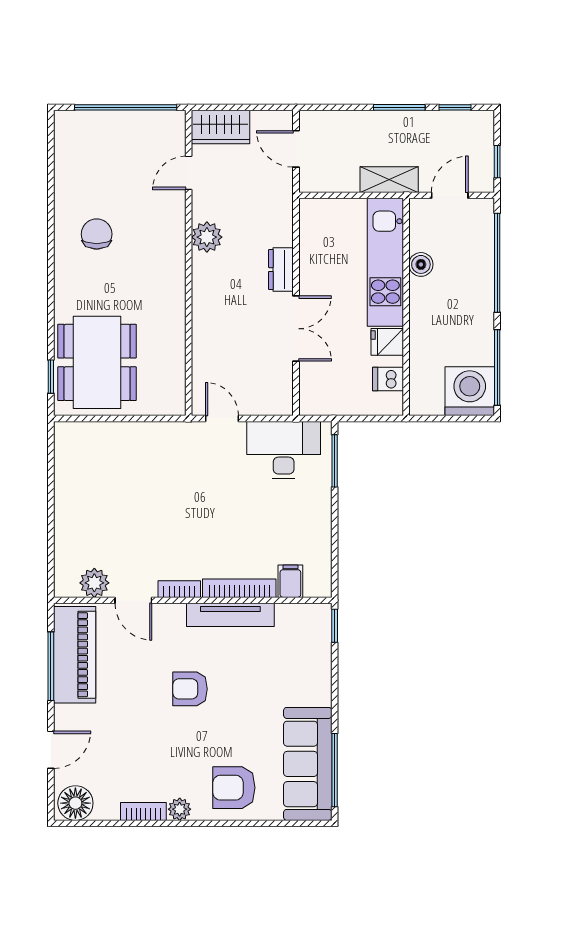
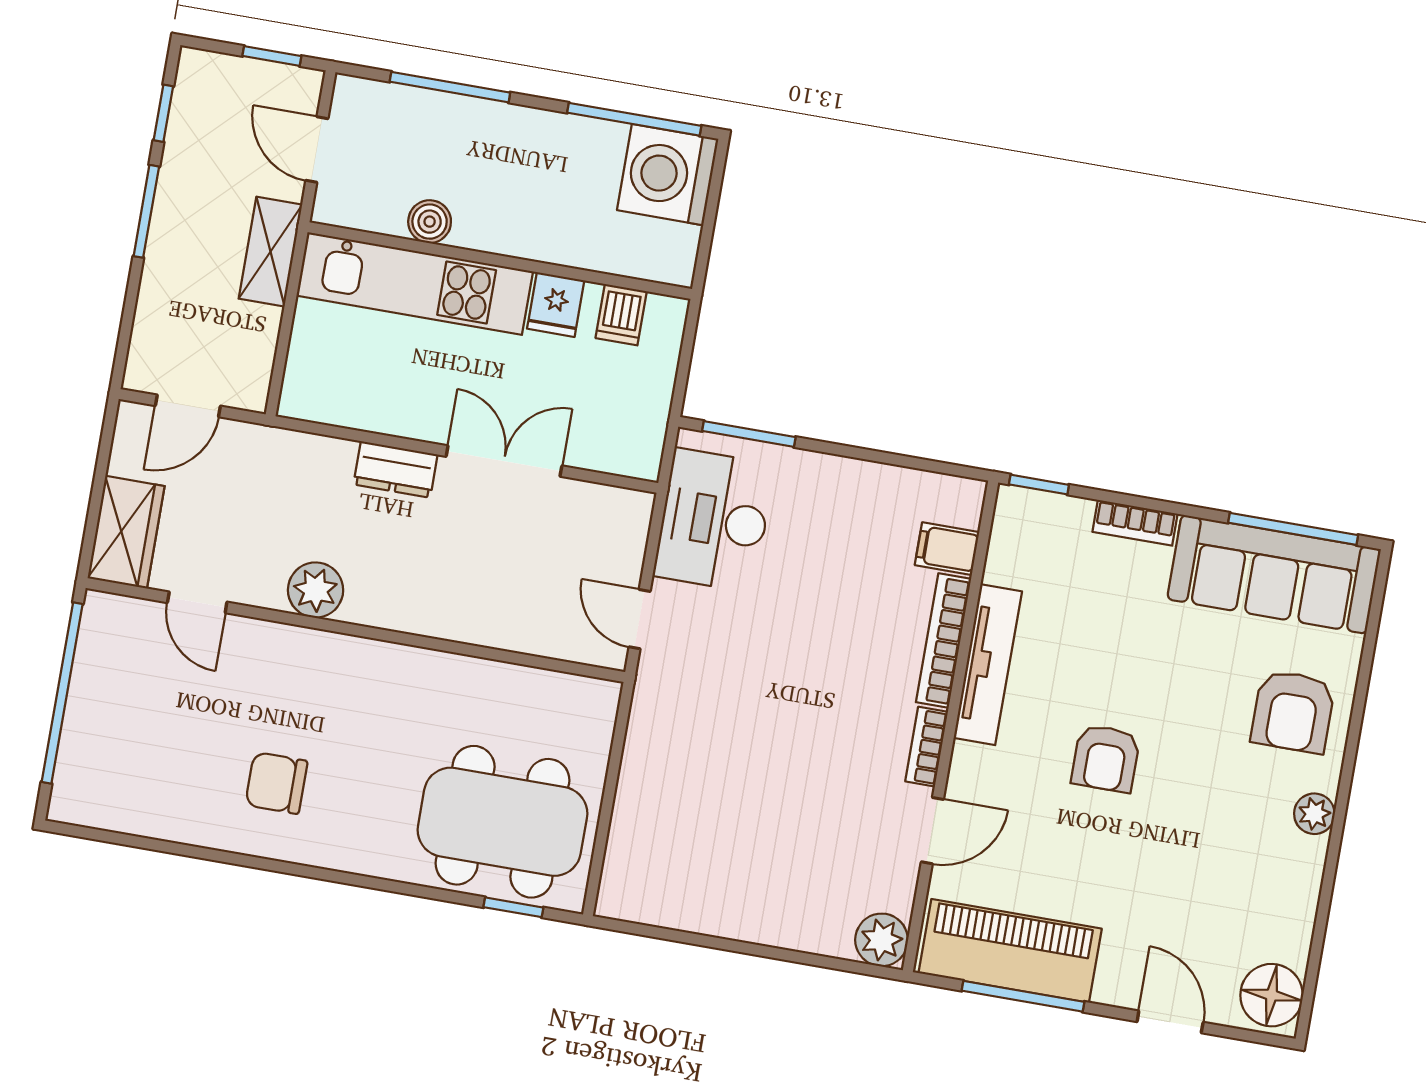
window: (497, 263) -> (450, 87), width x0.68
door: (222, 418) -> (640, 619), hinge flipped
plant: (94, 583) -> (882, 940), moved
bookcase: (143, 812) -> (1135, 523), moved, turned -90

